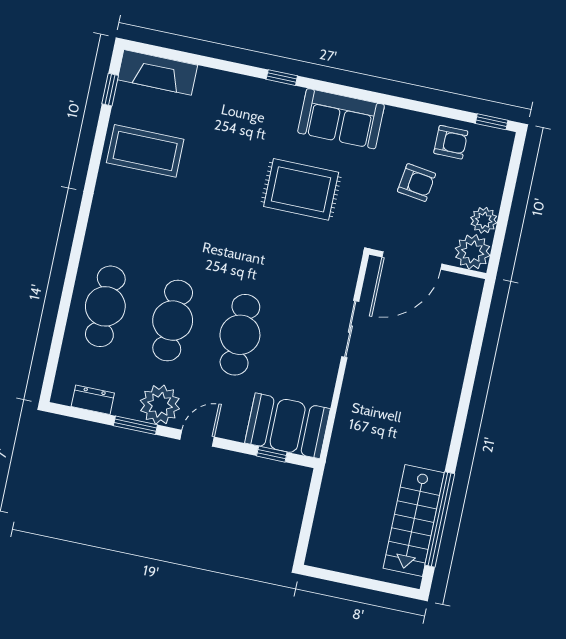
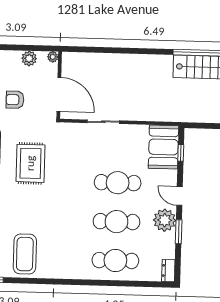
armchair: (417, 183) -> (15, 100), turned -98
plant: (473, 252) -> (53, 57), width x0.53, depth x0.53
dresser: (93, 400) -> (168, 271), moved

